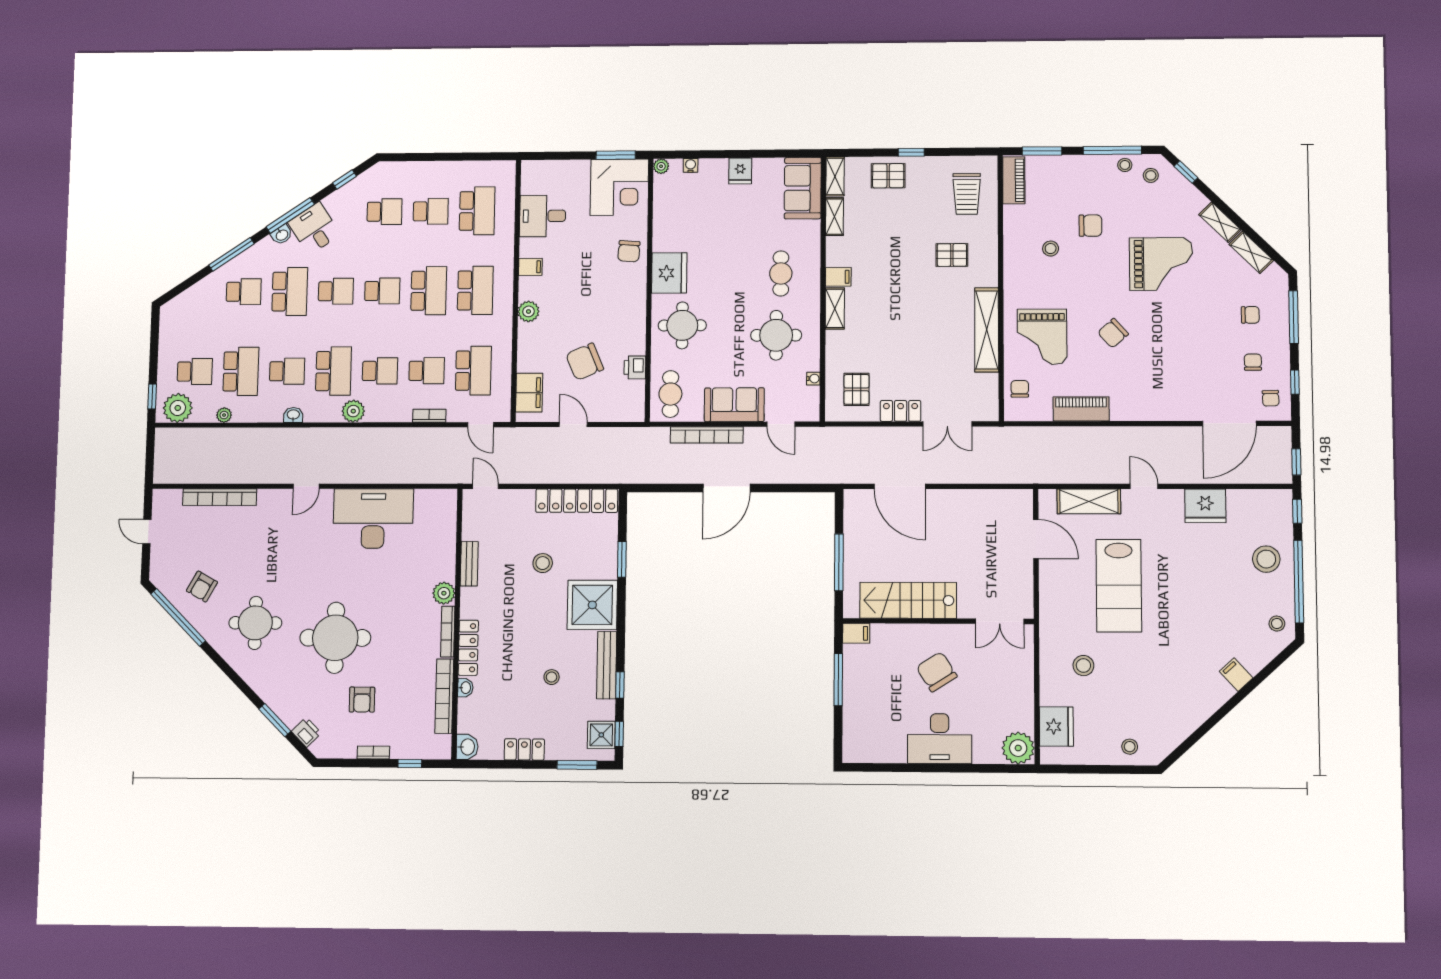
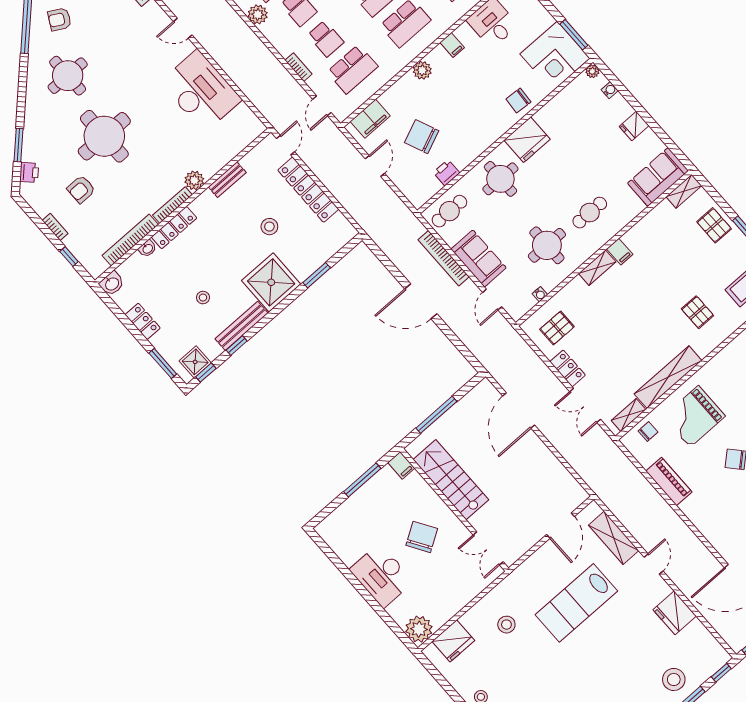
shelving: (835, 217) -> (629, 415), moved
locker: (577, 501) -> (308, 190), moved

